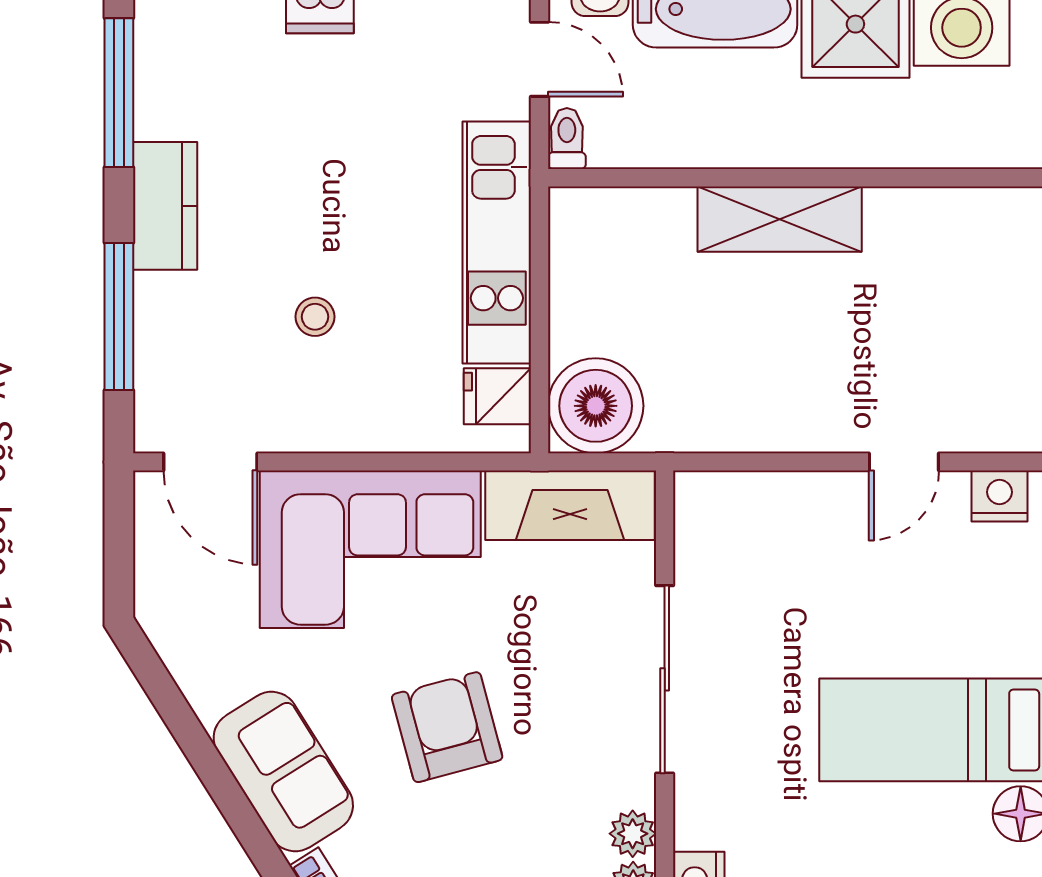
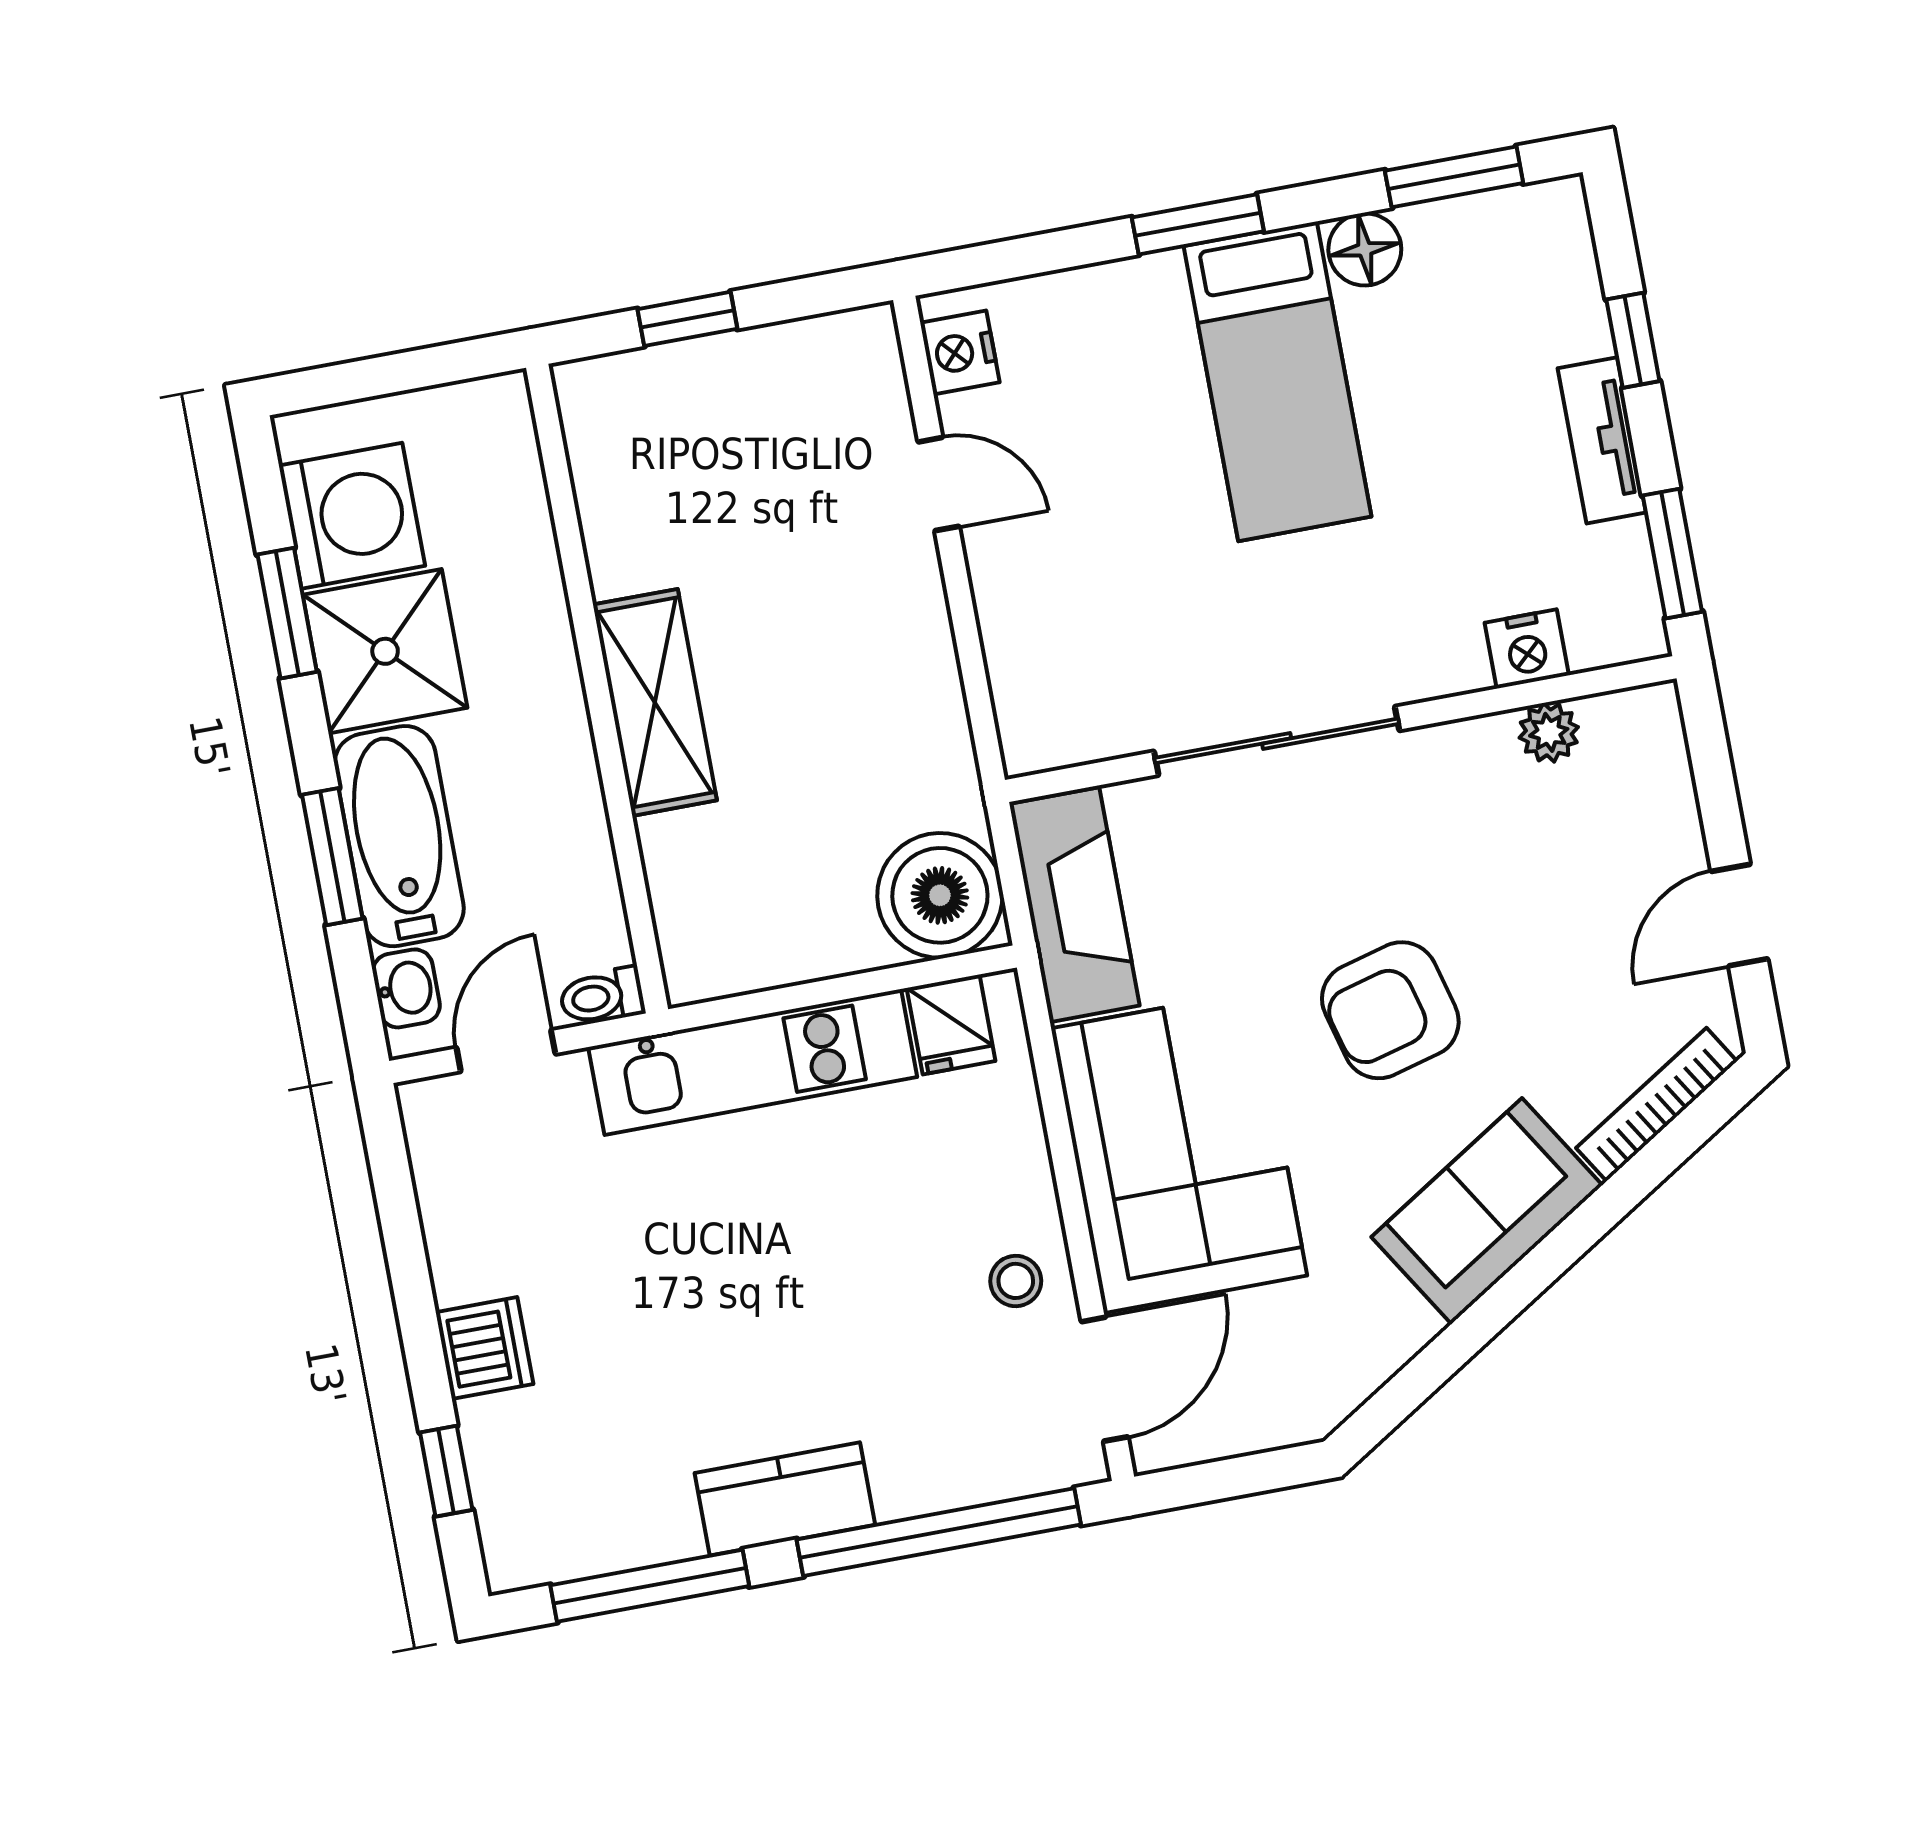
window: (119, 316) -> (939, 1532), width x1.46
stool: (315, 317) -> (1016, 1281), moved
plant: (633, 834) -> (1483, 745), removed

